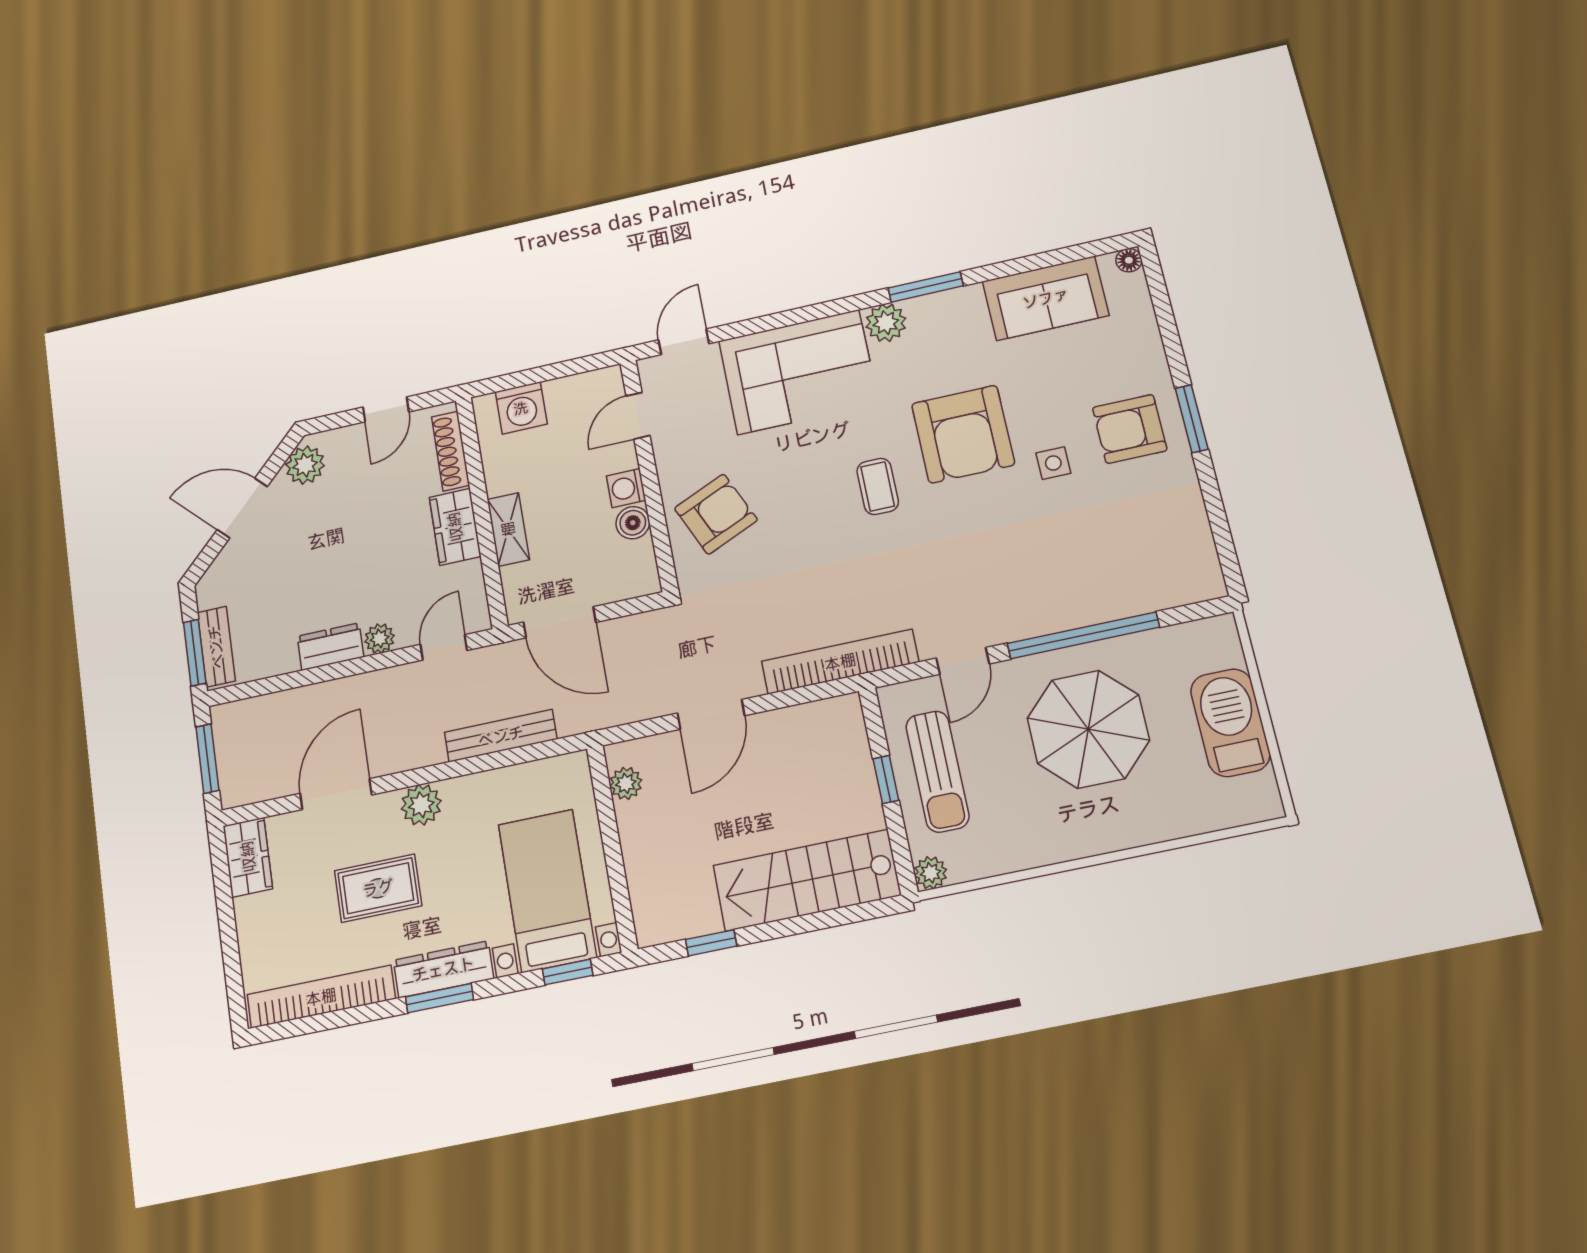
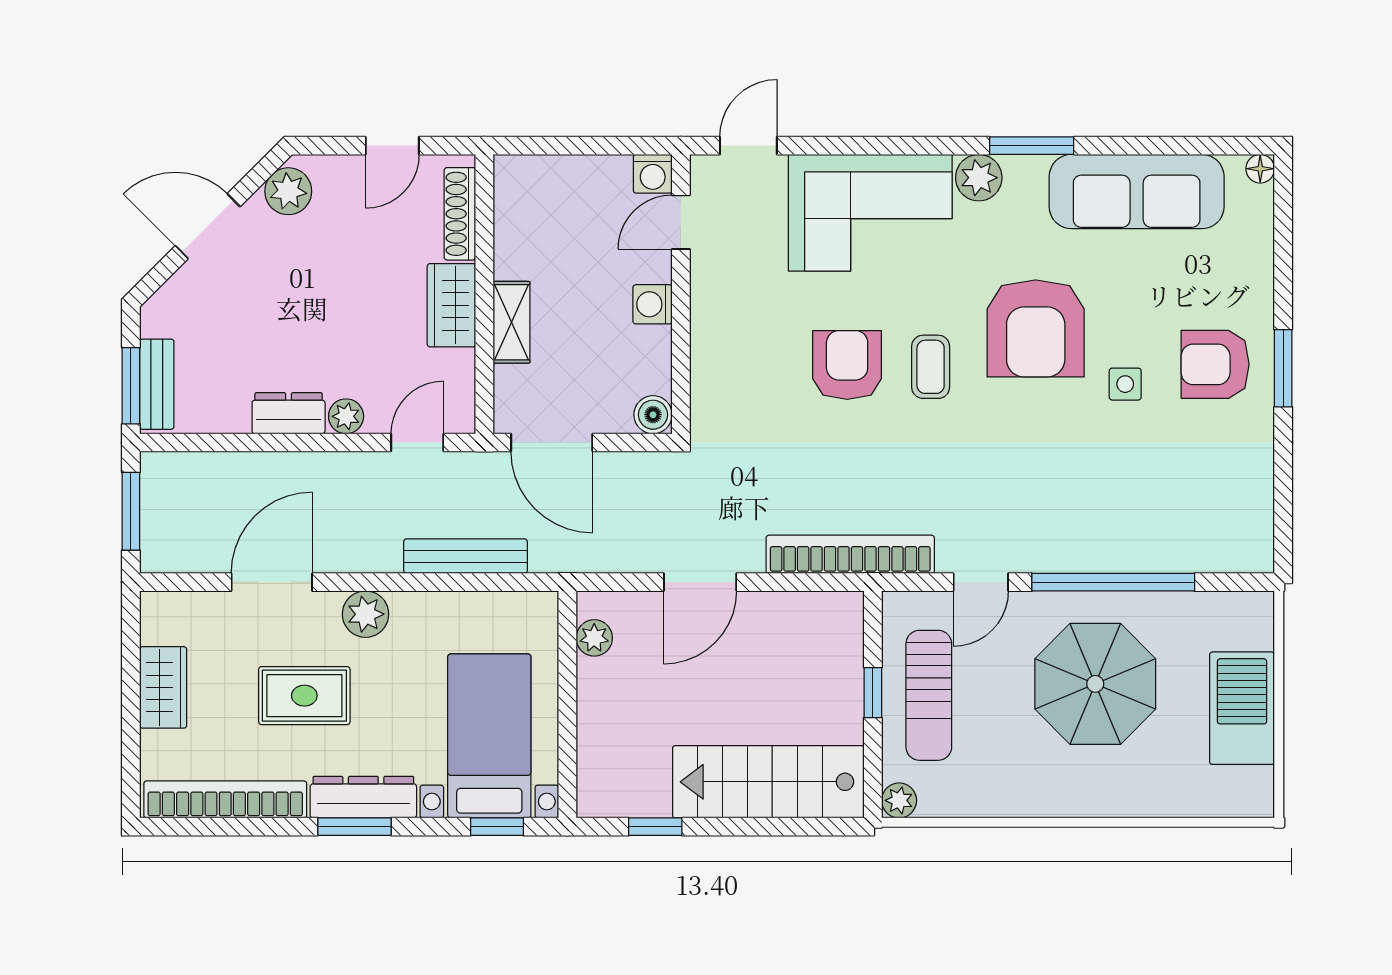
sofa: (1046, 298) -> (1137, 192), width x1.36
washing machine: (521, 408) -> (653, 174), moved, width x0.73, depth x0.73
armchair: (716, 514) -> (847, 365), moved, turned -66
boiler: (633, 523) -> (653, 415), moved
wardrobe: (248, 857) -> (163, 687), moved

